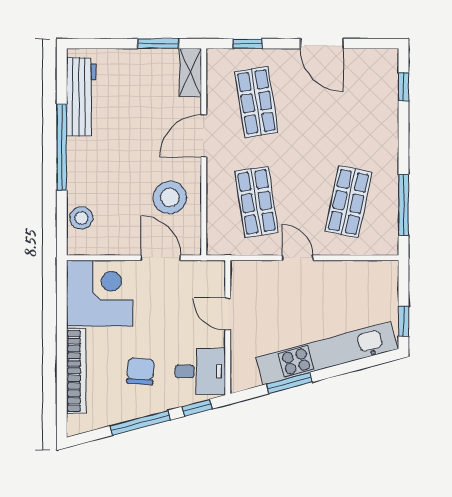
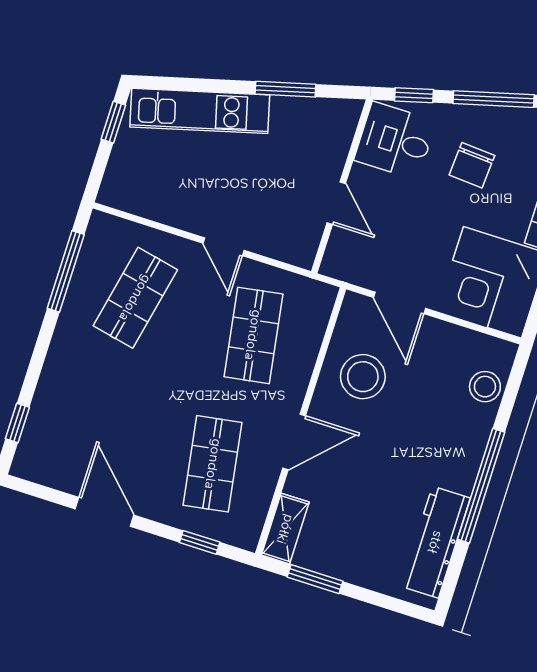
kitchen unit: (327, 353) -> (200, 111), width x0.73

